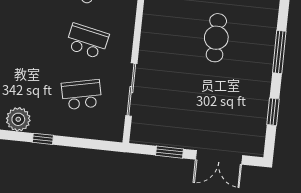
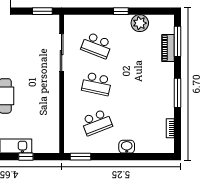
school desk: (82, 95) -> (97, 45), turned 33
window: (169, 152) -> (42, 11), moved

